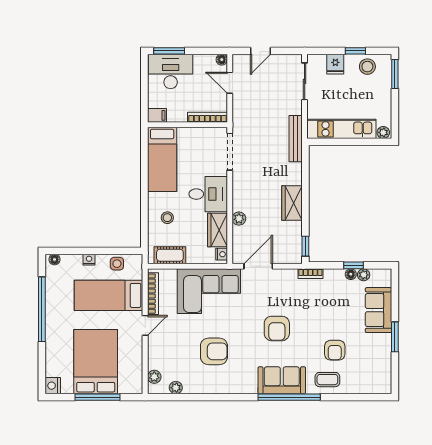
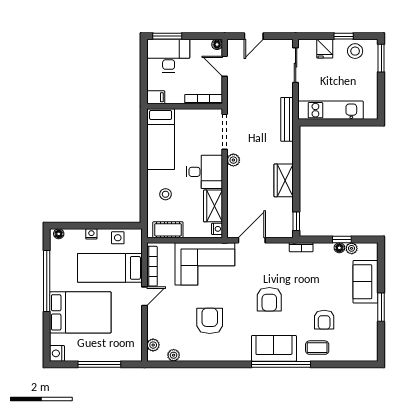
plant: (383, 132) -> (370, 114), removed
plant: (239, 219) -> (233, 160), moved
armchair: (214, 351) -> (210, 321), turned -90
bed: (96, 362) -> (80, 312), moved, turned 90

